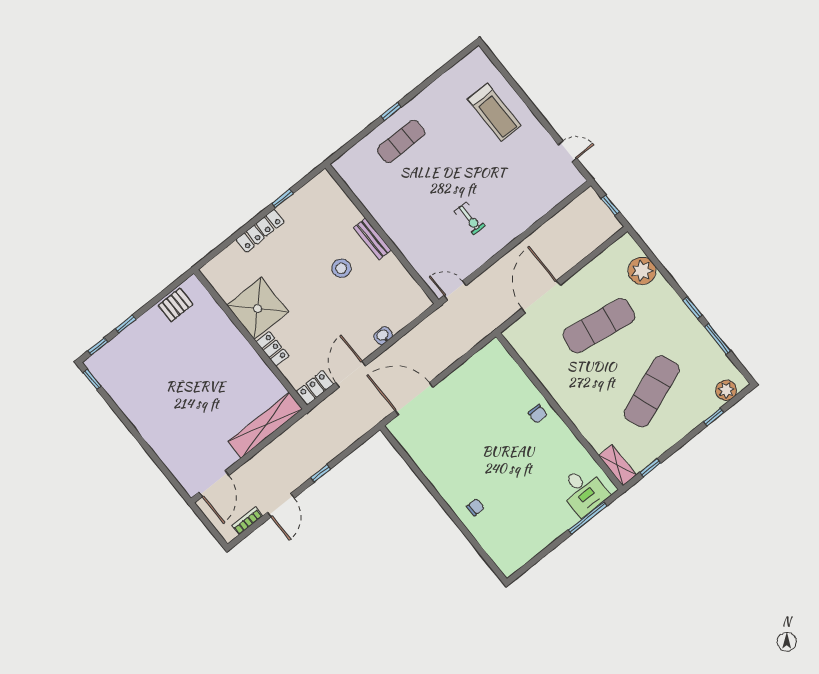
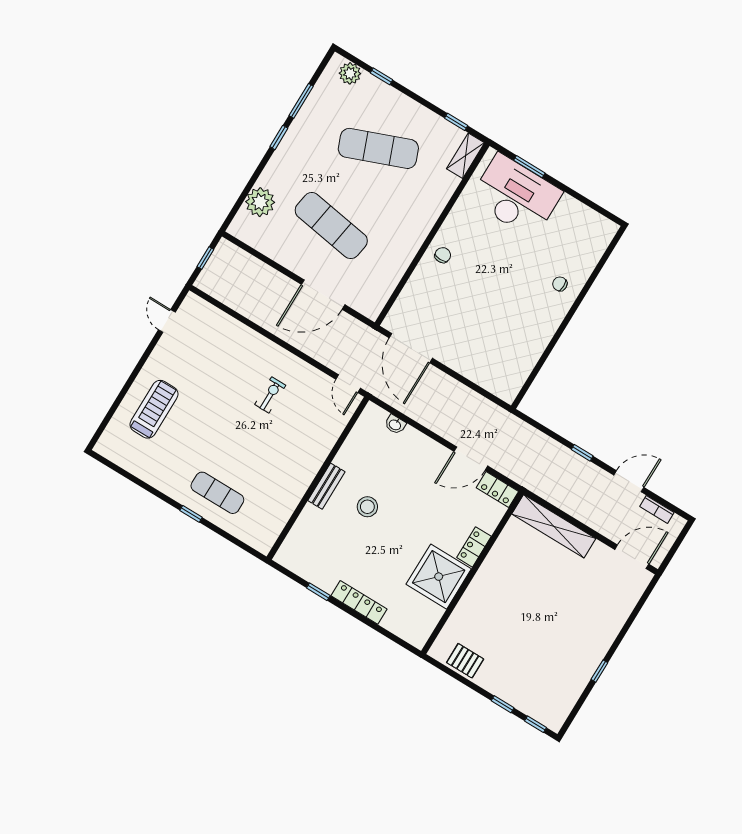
washbasin: (383, 336) -> (395, 425), moved
window: (92, 379) -> (599, 671), moved
door: (414, 399) -> (411, 348), moved
desk: (583, 491) -> (516, 196), width x1.87, depth x1.30
window: (588, 518) -> (529, 167), width x0.69

